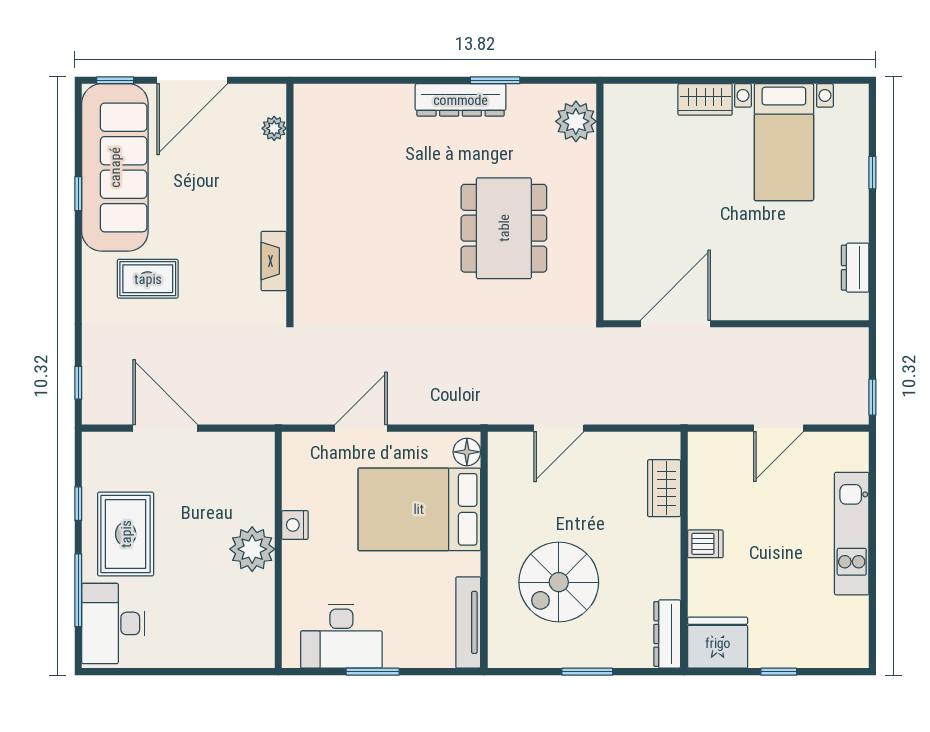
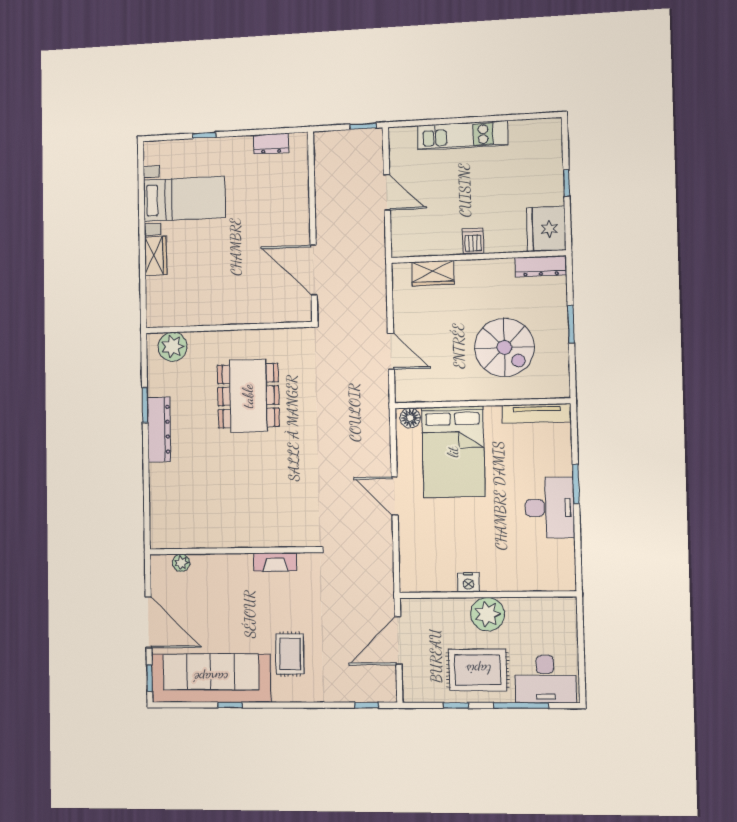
dining table: (504, 228) -> (248, 396), turned 90
nightstand: (295, 525) -> (468, 582), moved
plant: (252, 549) -> (487, 614), moved
wall: (278, 550) -> (487, 595), moved

